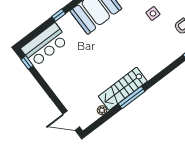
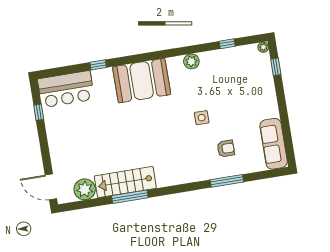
window: (27, 63) -> (39, 112), moved
plant: (102, 110) -> (85, 189), width x1.87, depth x1.87

